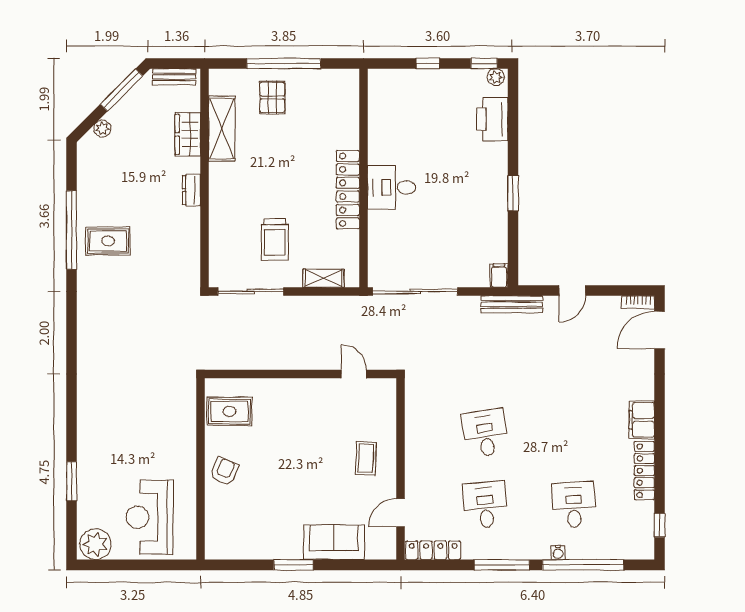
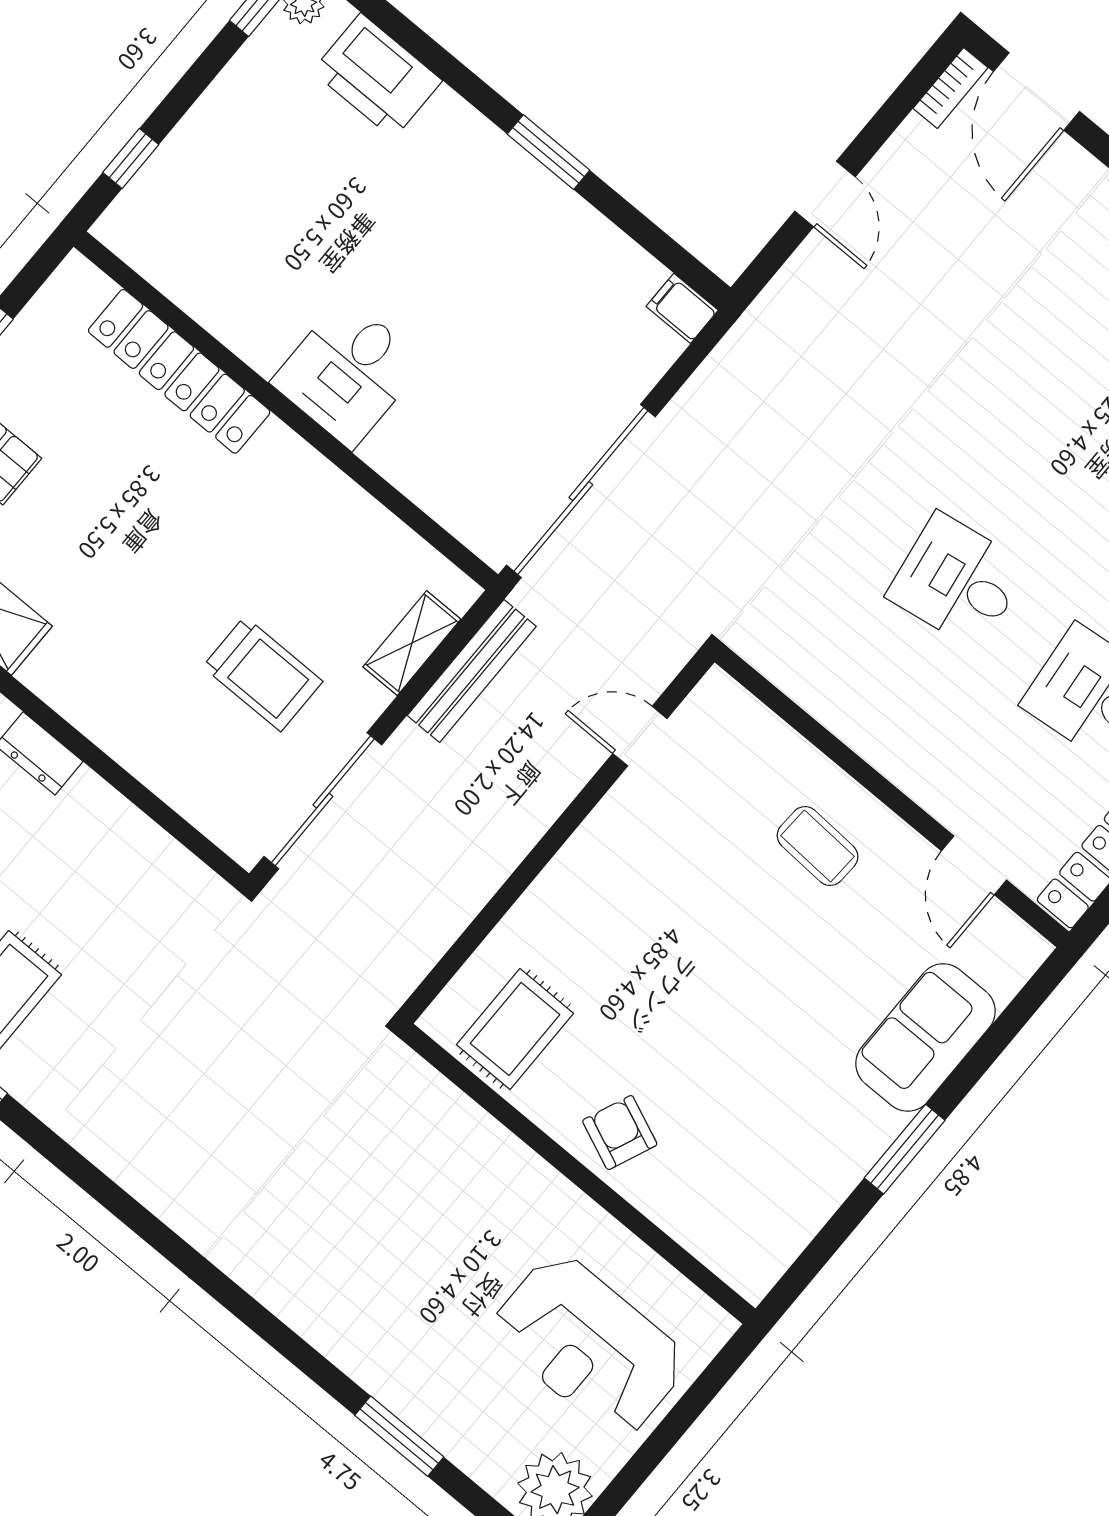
window: (428, 64) -> (131, 158), moved
locker: (348, 190) -> (179, 371), moved
bench: (512, 304) -> (472, 671), moved

